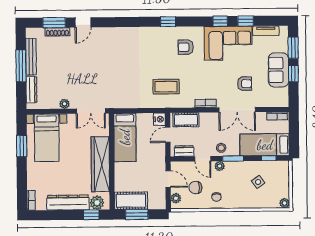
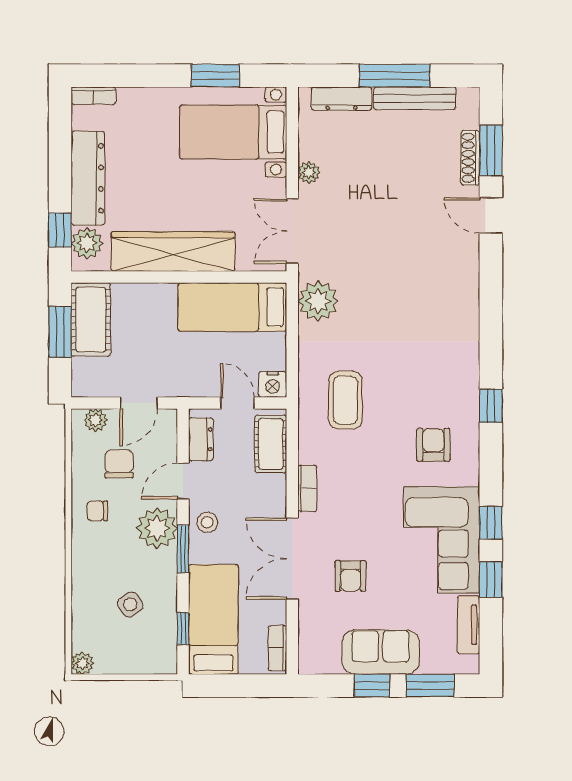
plant: (122, 99) -> (318, 301), added
plant: (220, 166) -> (157, 528), width x1.87, depth x1.87

